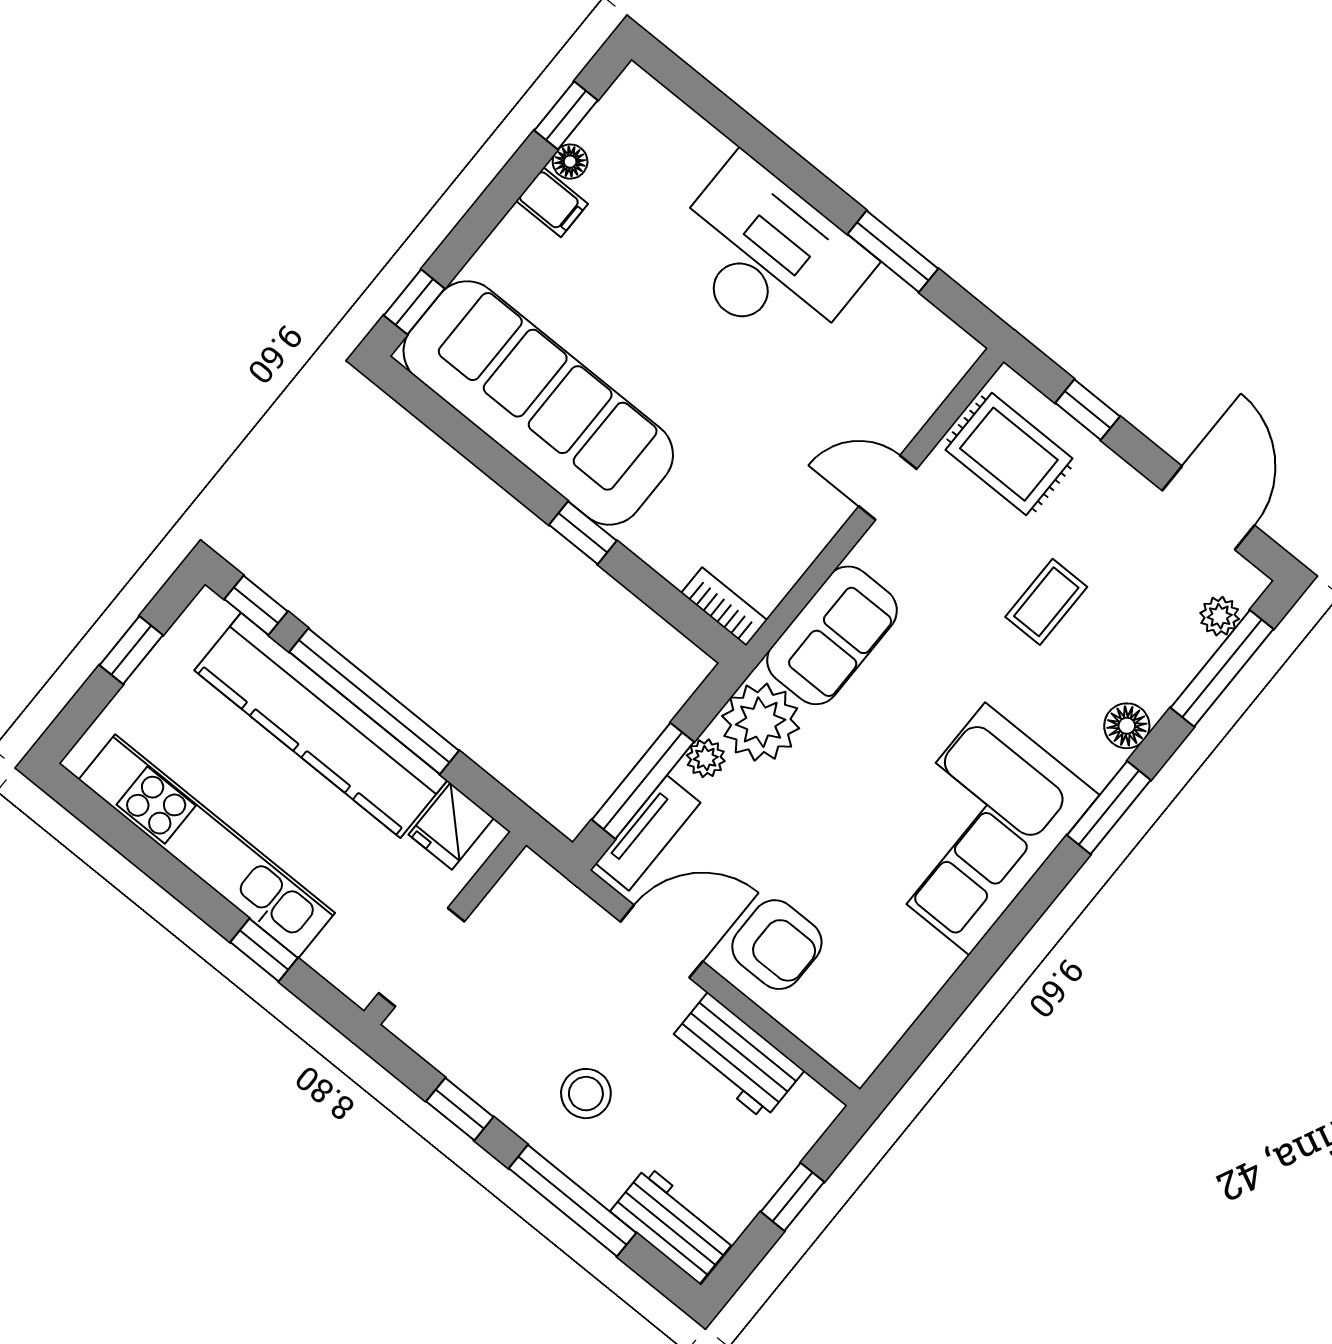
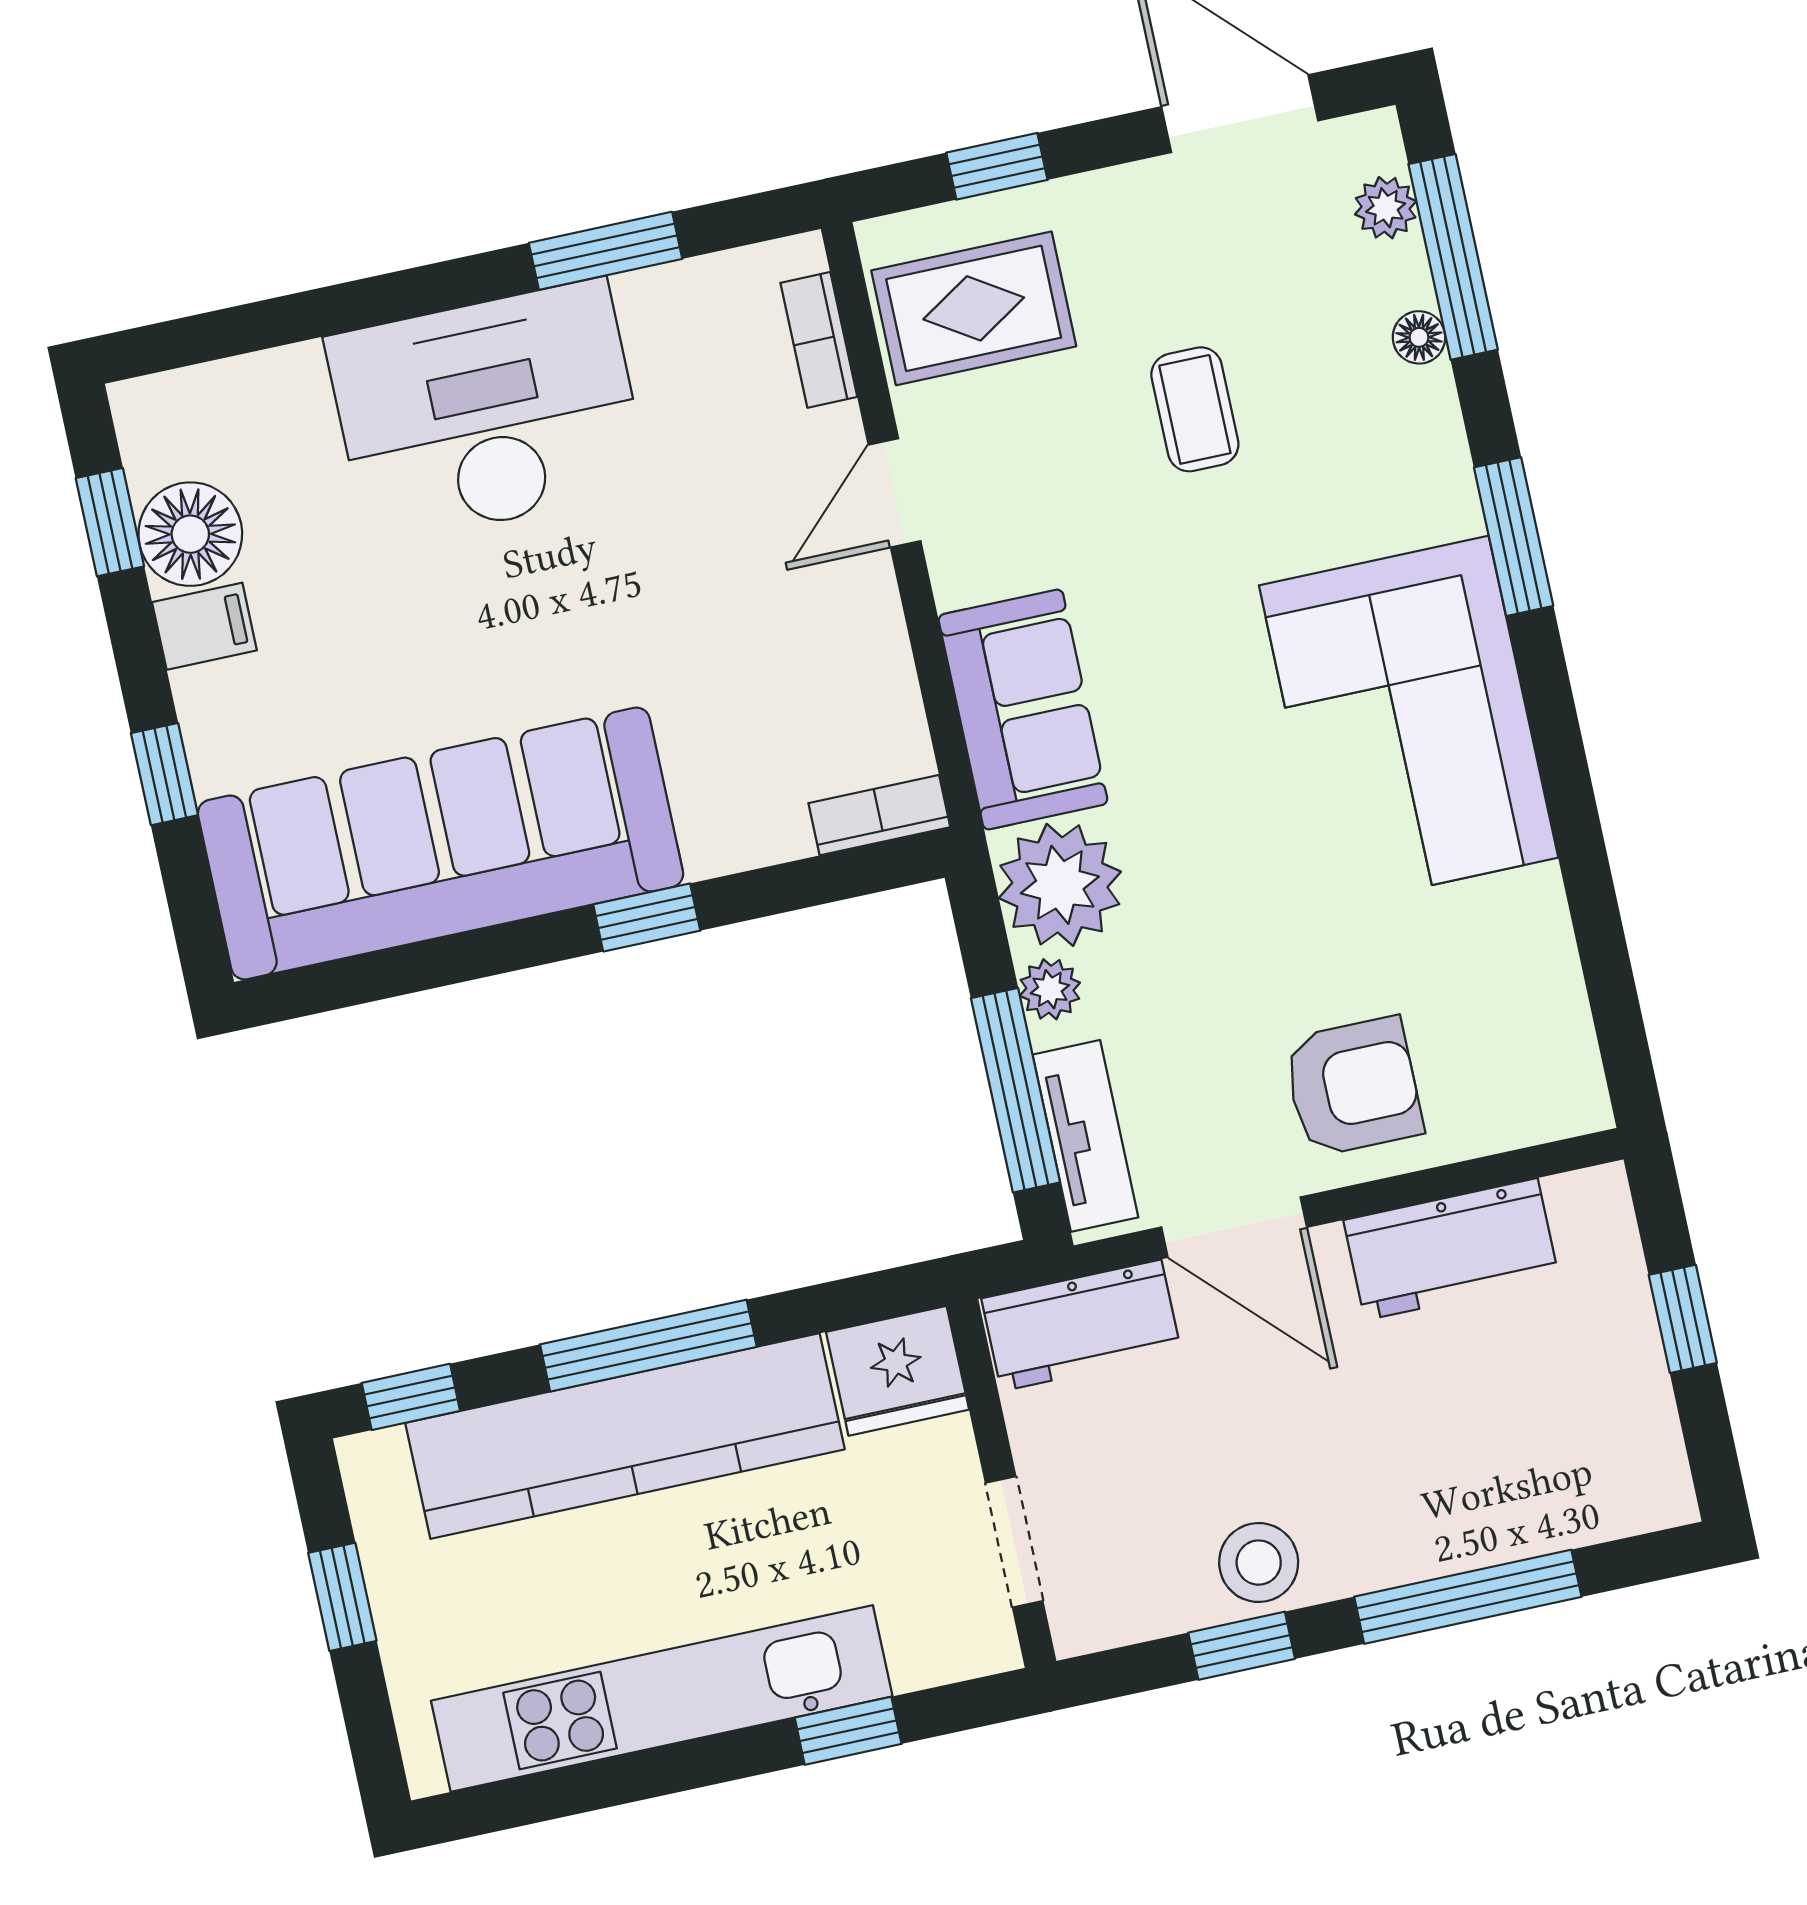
floor lamp: (570, 162) -> (190, 534), width x1.89, depth x1.89
window: (414, 302) -> (164, 774), moved
bookcase: (933, 391) -> (819, 340), added
window: (374, 701) -> (648, 1346), width x0.68
floor lamp: (1127, 726) -> (1419, 337), moved, width x0.73, depth x0.73
fridge: (451, 826) -> (898, 1371), width x1.38
door: (662, 941) -> (1234, 1227), swing flipped
doorway: (422, 957) -> (1014, 1542), width x0.73
stool: (586, 1094) -> (1259, 1563), moved
workbench: (673, 1225) -> (1081, 1325), moved, turned 180

